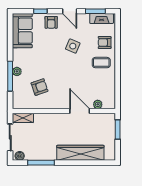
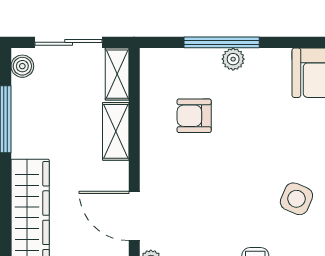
armchair: (40, 87) -> (194, 116), turned 109
door: (80, 111) -> (134, 216), swing flipped
shelving: (46, 118) -> (116, 131), added

